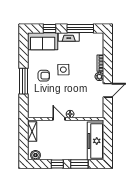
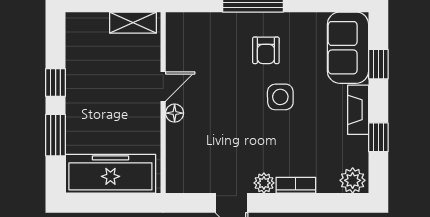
window: (80, 28) -> (378, 137), width x0.46
plant: (98, 39) -> (353, 180), added
boiler: (35, 155) -> (77, 31), removed

